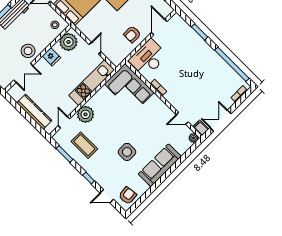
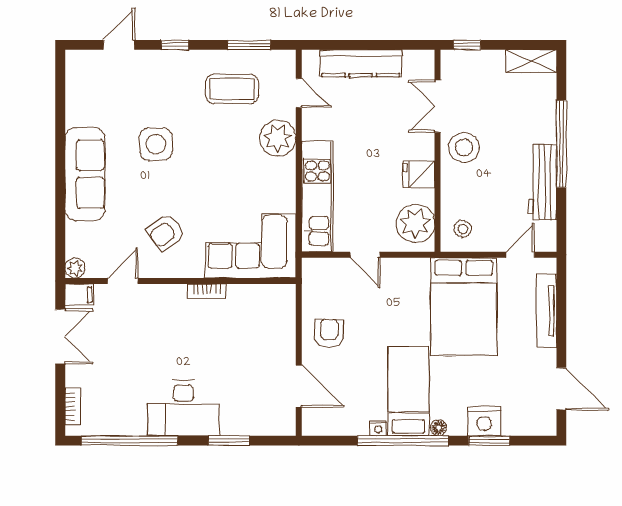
desk: (148, 58) -> (183, 408), moved, turned 90
armchair: (128, 196) -> (166, 232), moved, turned 62

